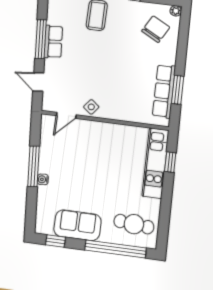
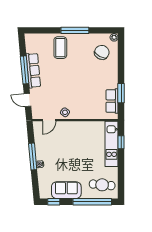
row of seats: (53, 42) -> (33, 70), width x1.48
row of seats: (164, 91) -> (112, 101), width x0.68

